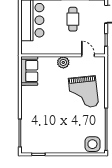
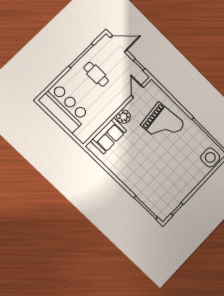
door: (88, 55) -> (137, 91), hinge flipped
sofa: (29, 71) -> (109, 136), moved, turned 90

